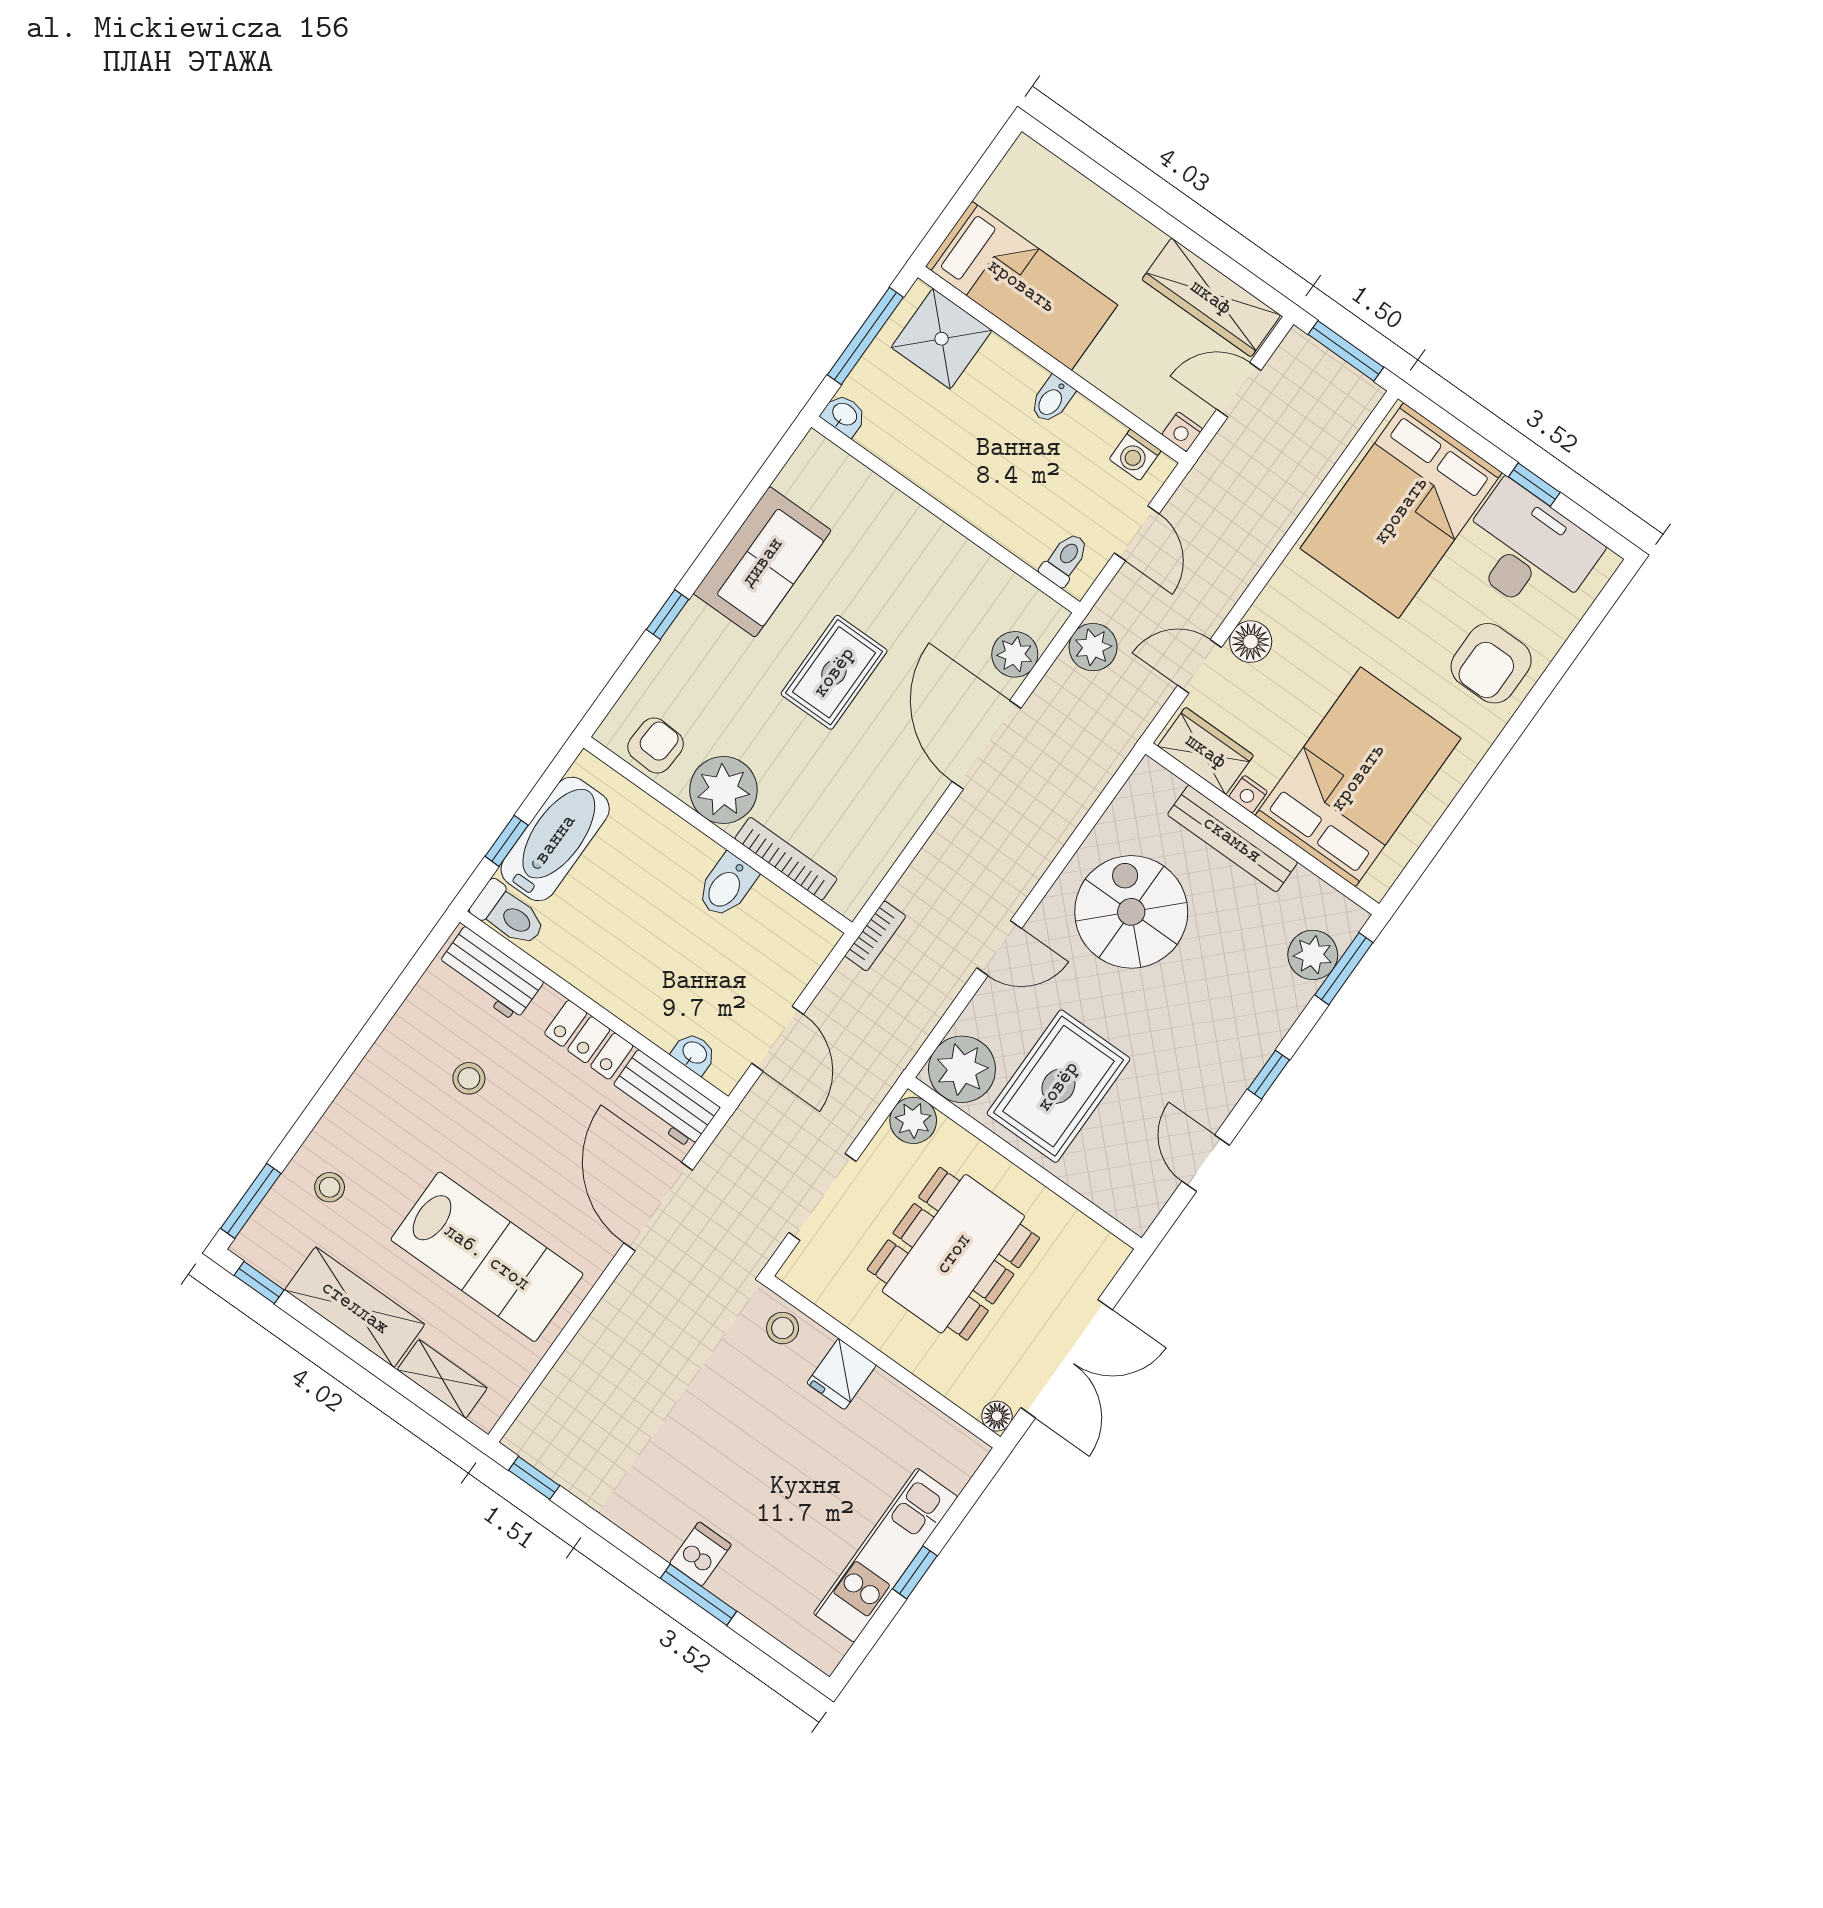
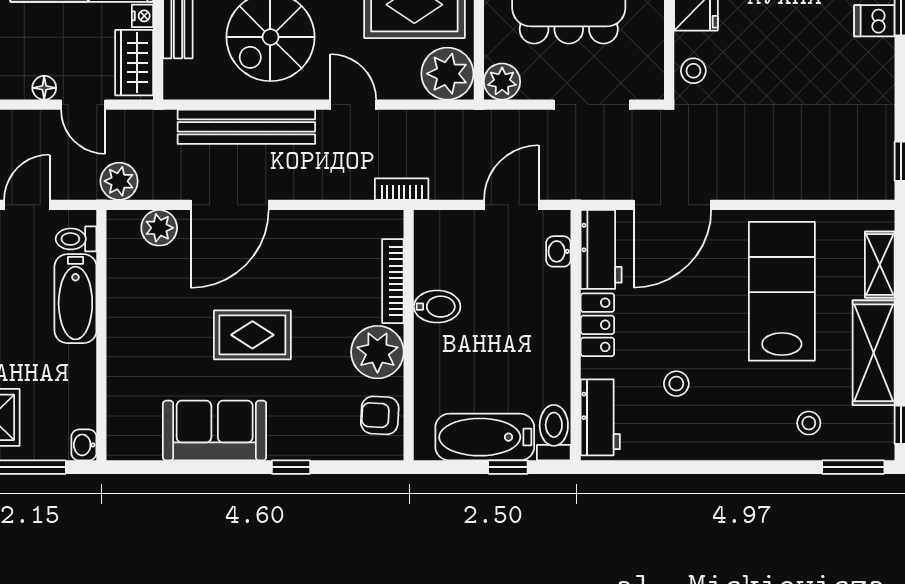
bathtub: (1003, 515) -> (75, 299), added
floor lamp: (1251, 642) -> (44, 88), width x0.73, depth x0.73
bench: (1055, 820) -> (246, 127), added

